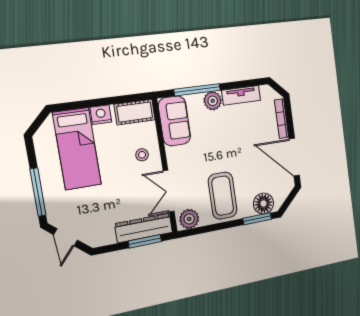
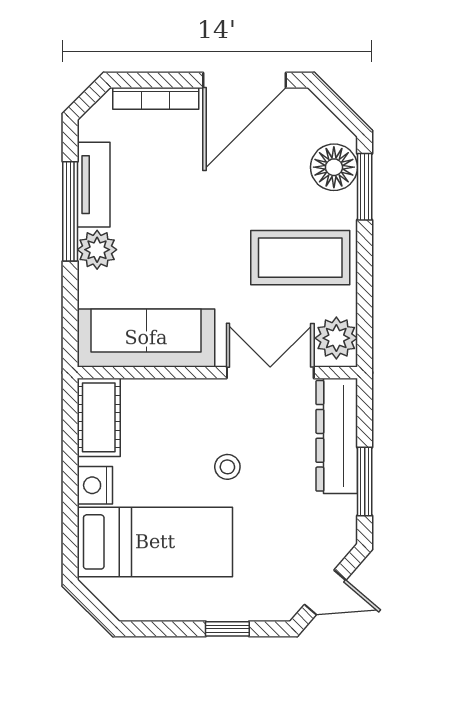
window: (197, 90) -> (70, 211), moved
sofa: (174, 121) -> (146, 338), width x1.36
stool: (142, 155) -> (227, 467), moved
double door: (169, 191) -> (270, 373), swing flipped
window: (38, 192) -> (227, 629), width x0.46
window: (145, 241) -> (365, 481), moved

